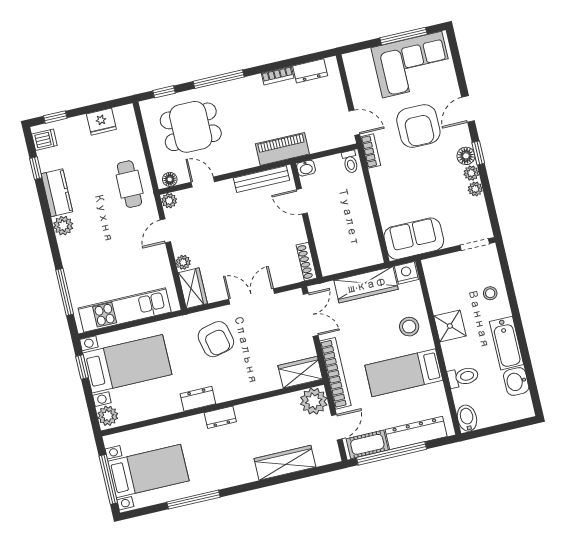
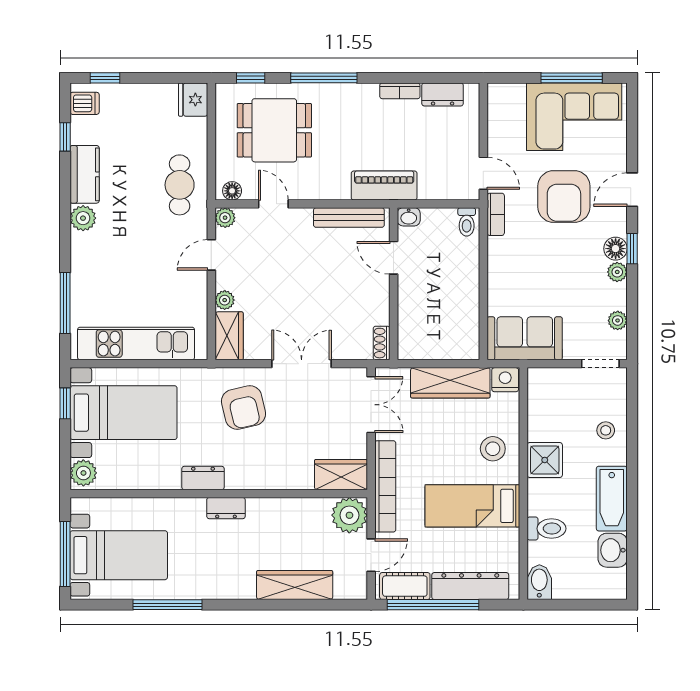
fridge: (101, 122) -> (193, 100), moved, turned 90
plant: (475, 189) -> (618, 320), moved
shoe rack: (307, 262) -> (382, 343), width x0.70

